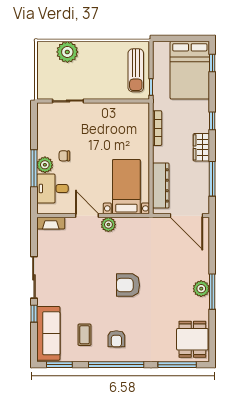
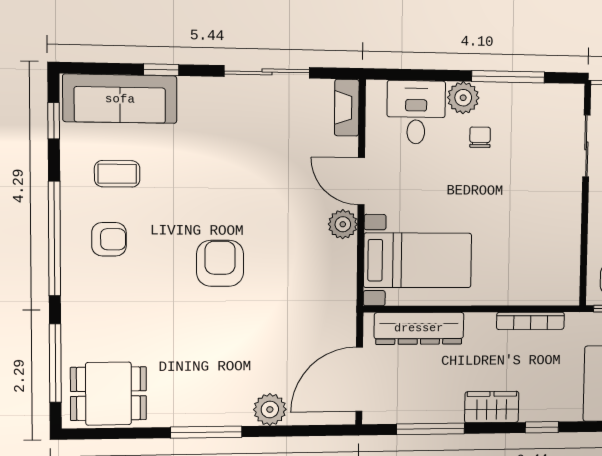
window: (34, 168) -> (508, 77), moved
door: (87, 216) -> (361, 181), swing flipped
sliding door: (34, 277) -> (267, 72), moved
plant: (201, 289) -> (270, 409), moved
armchair: (116, 339) -> (109, 239), turned 180
window: (59, 365) -> (54, 121), width x0.67

